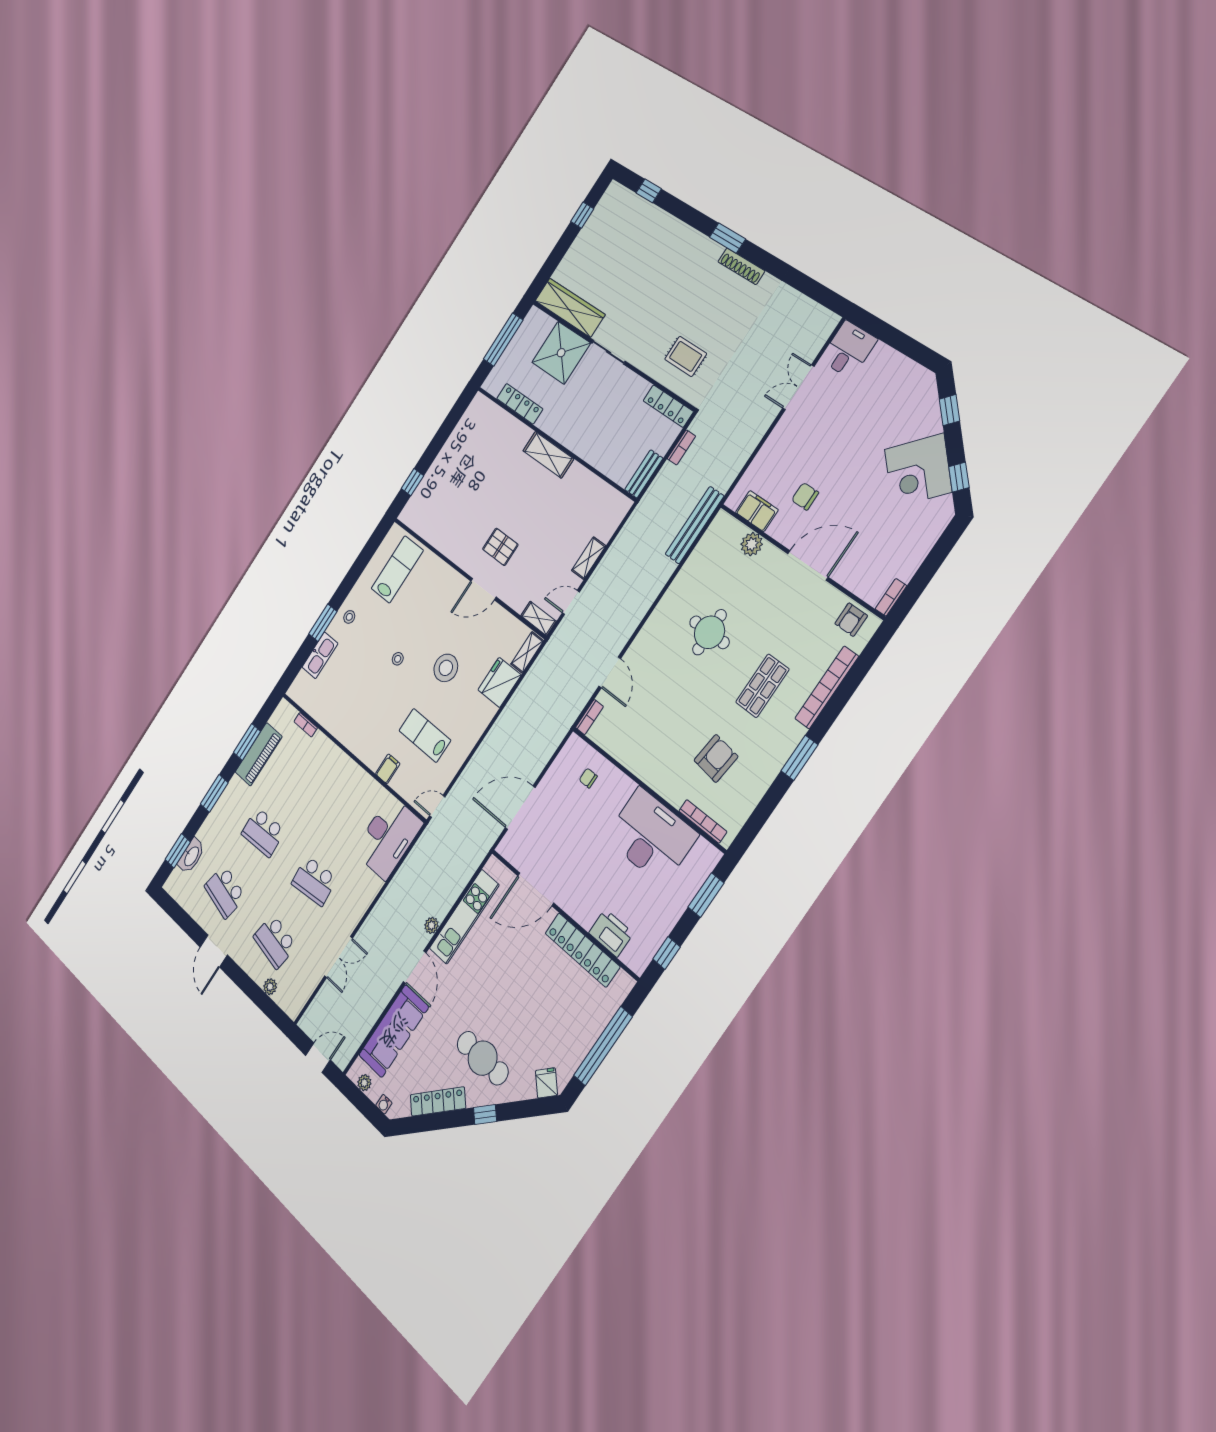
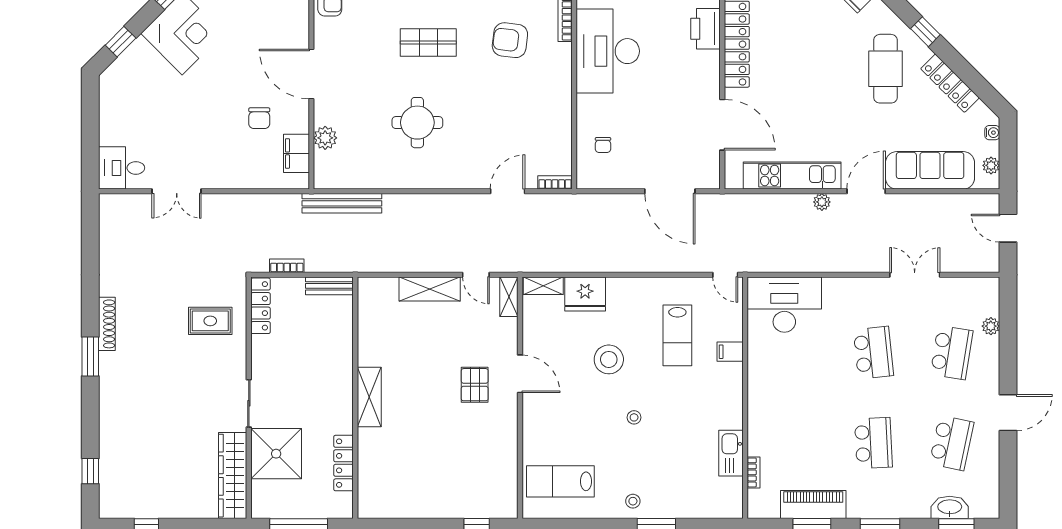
rug: (686, 356) -> (210, 321), turned 90
shelving: (589, 558) -> (430, 289), width x1.50, depth x1.33
kitchen sink: (320, 655) -> (731, 453), moved, turned -90

